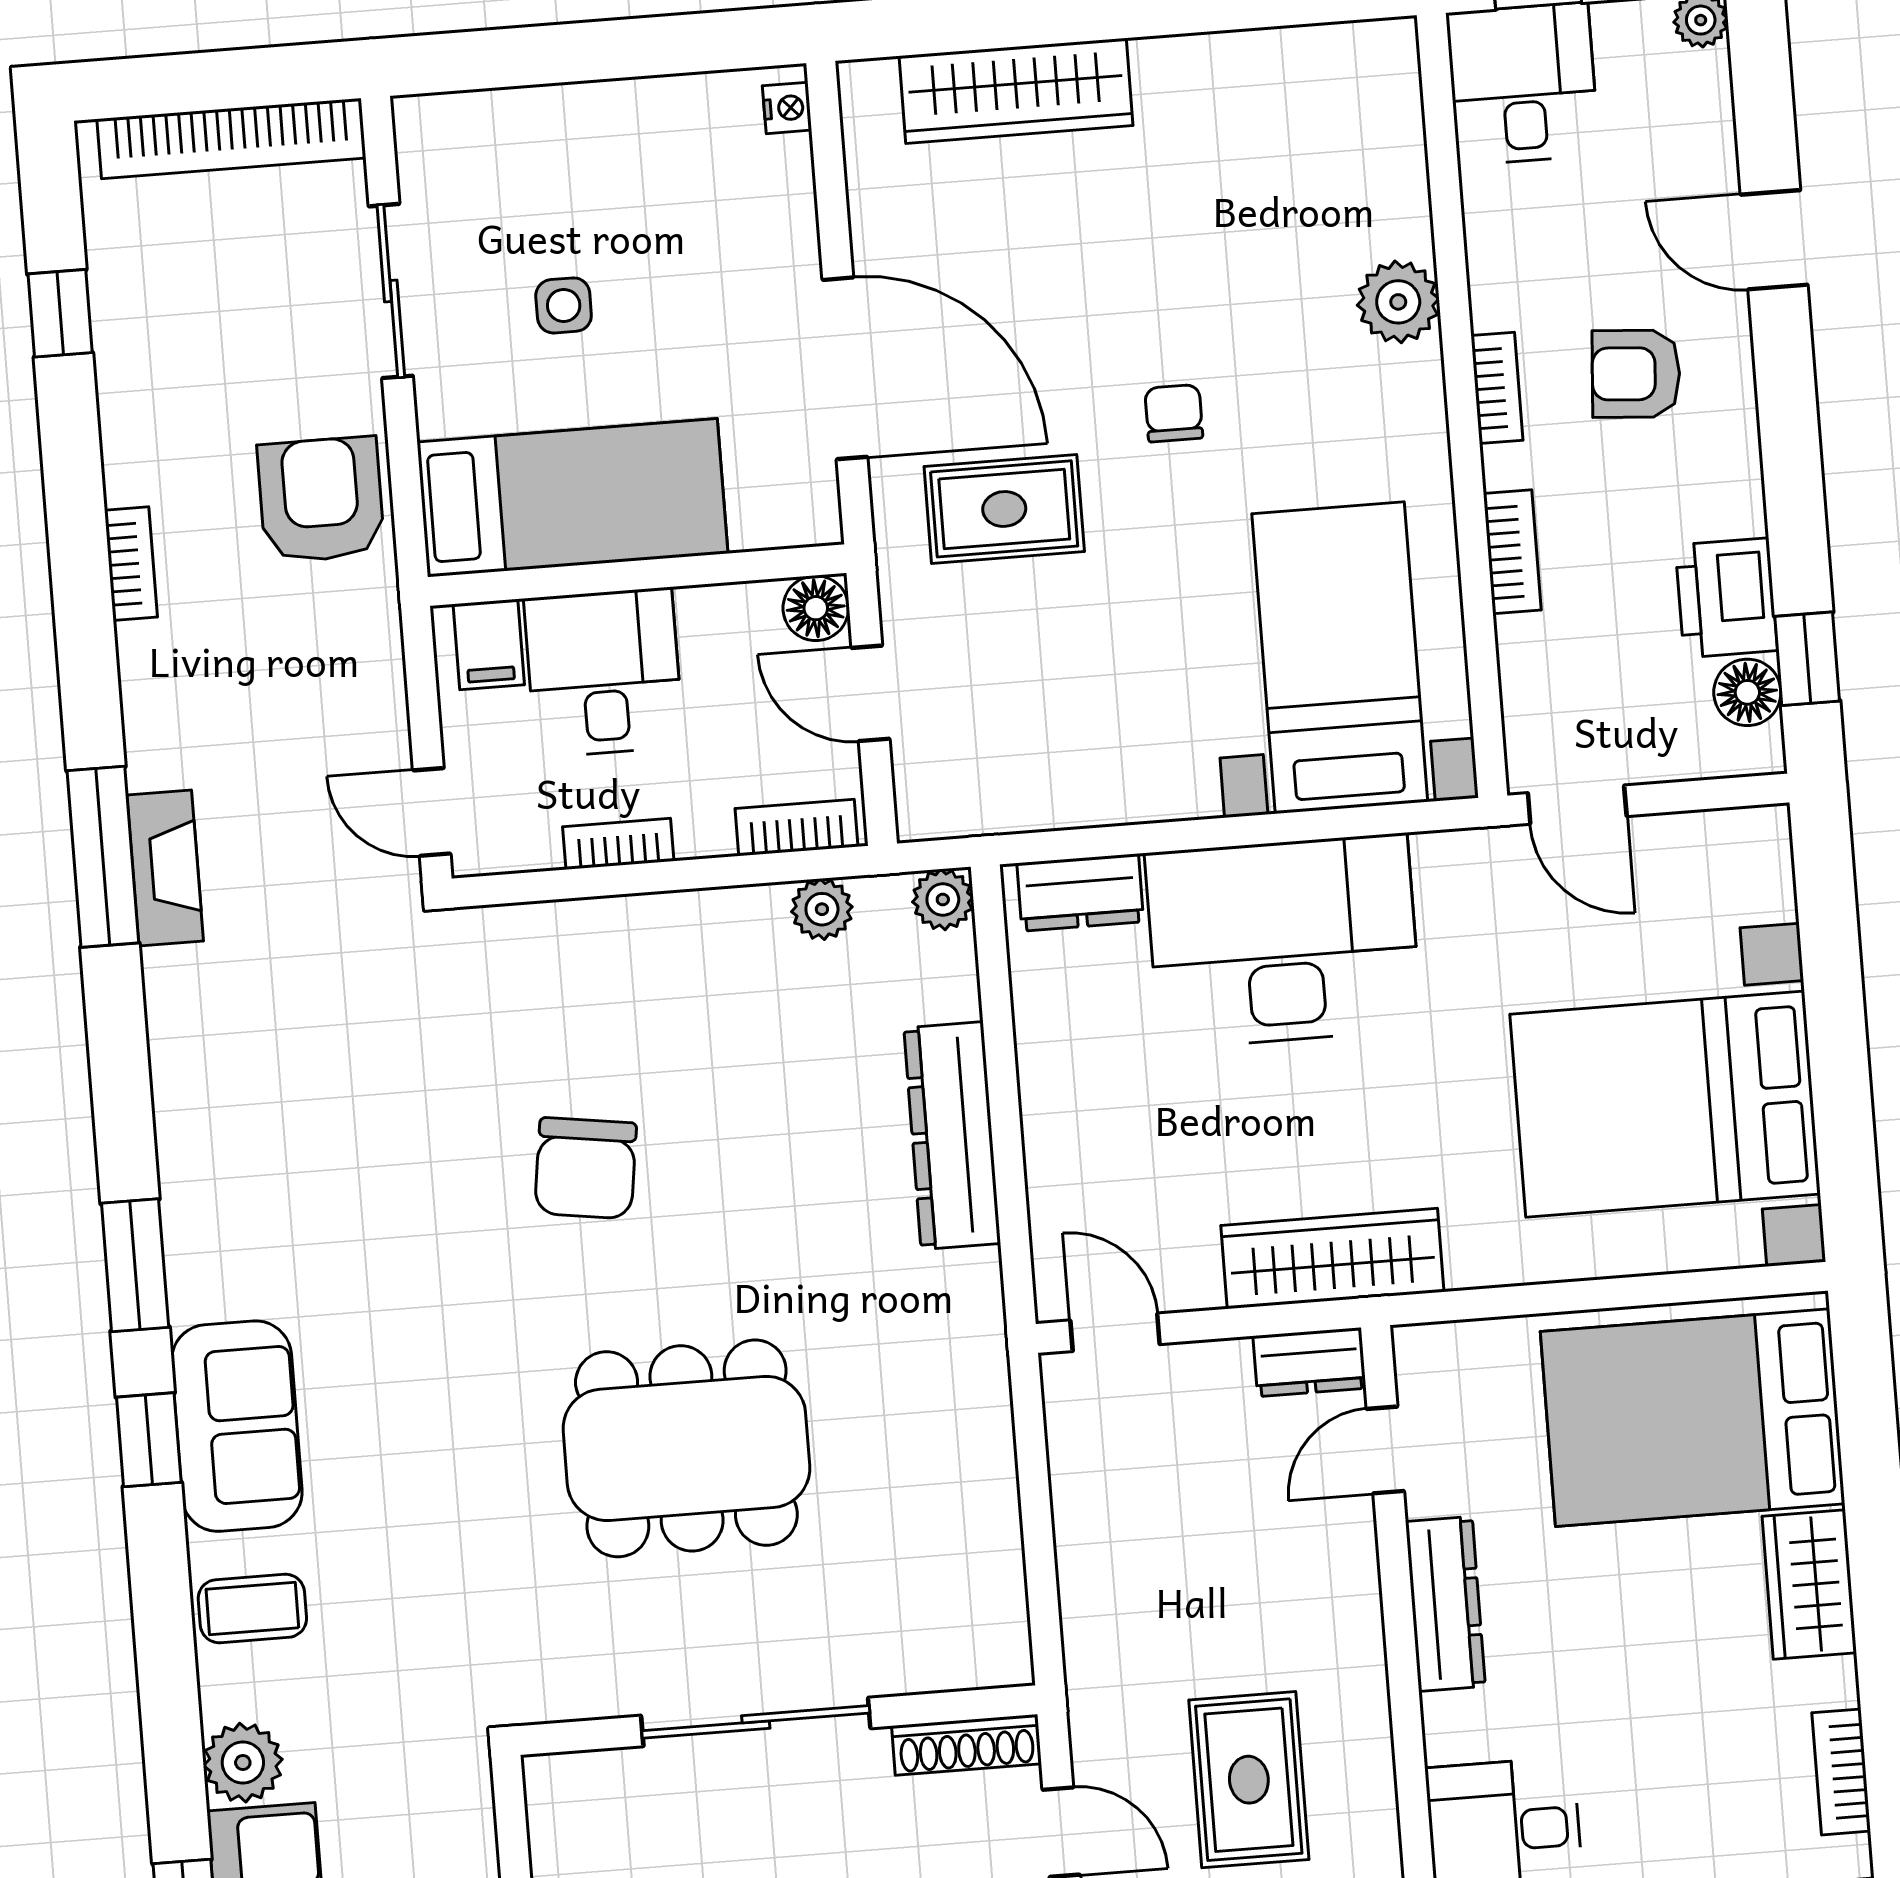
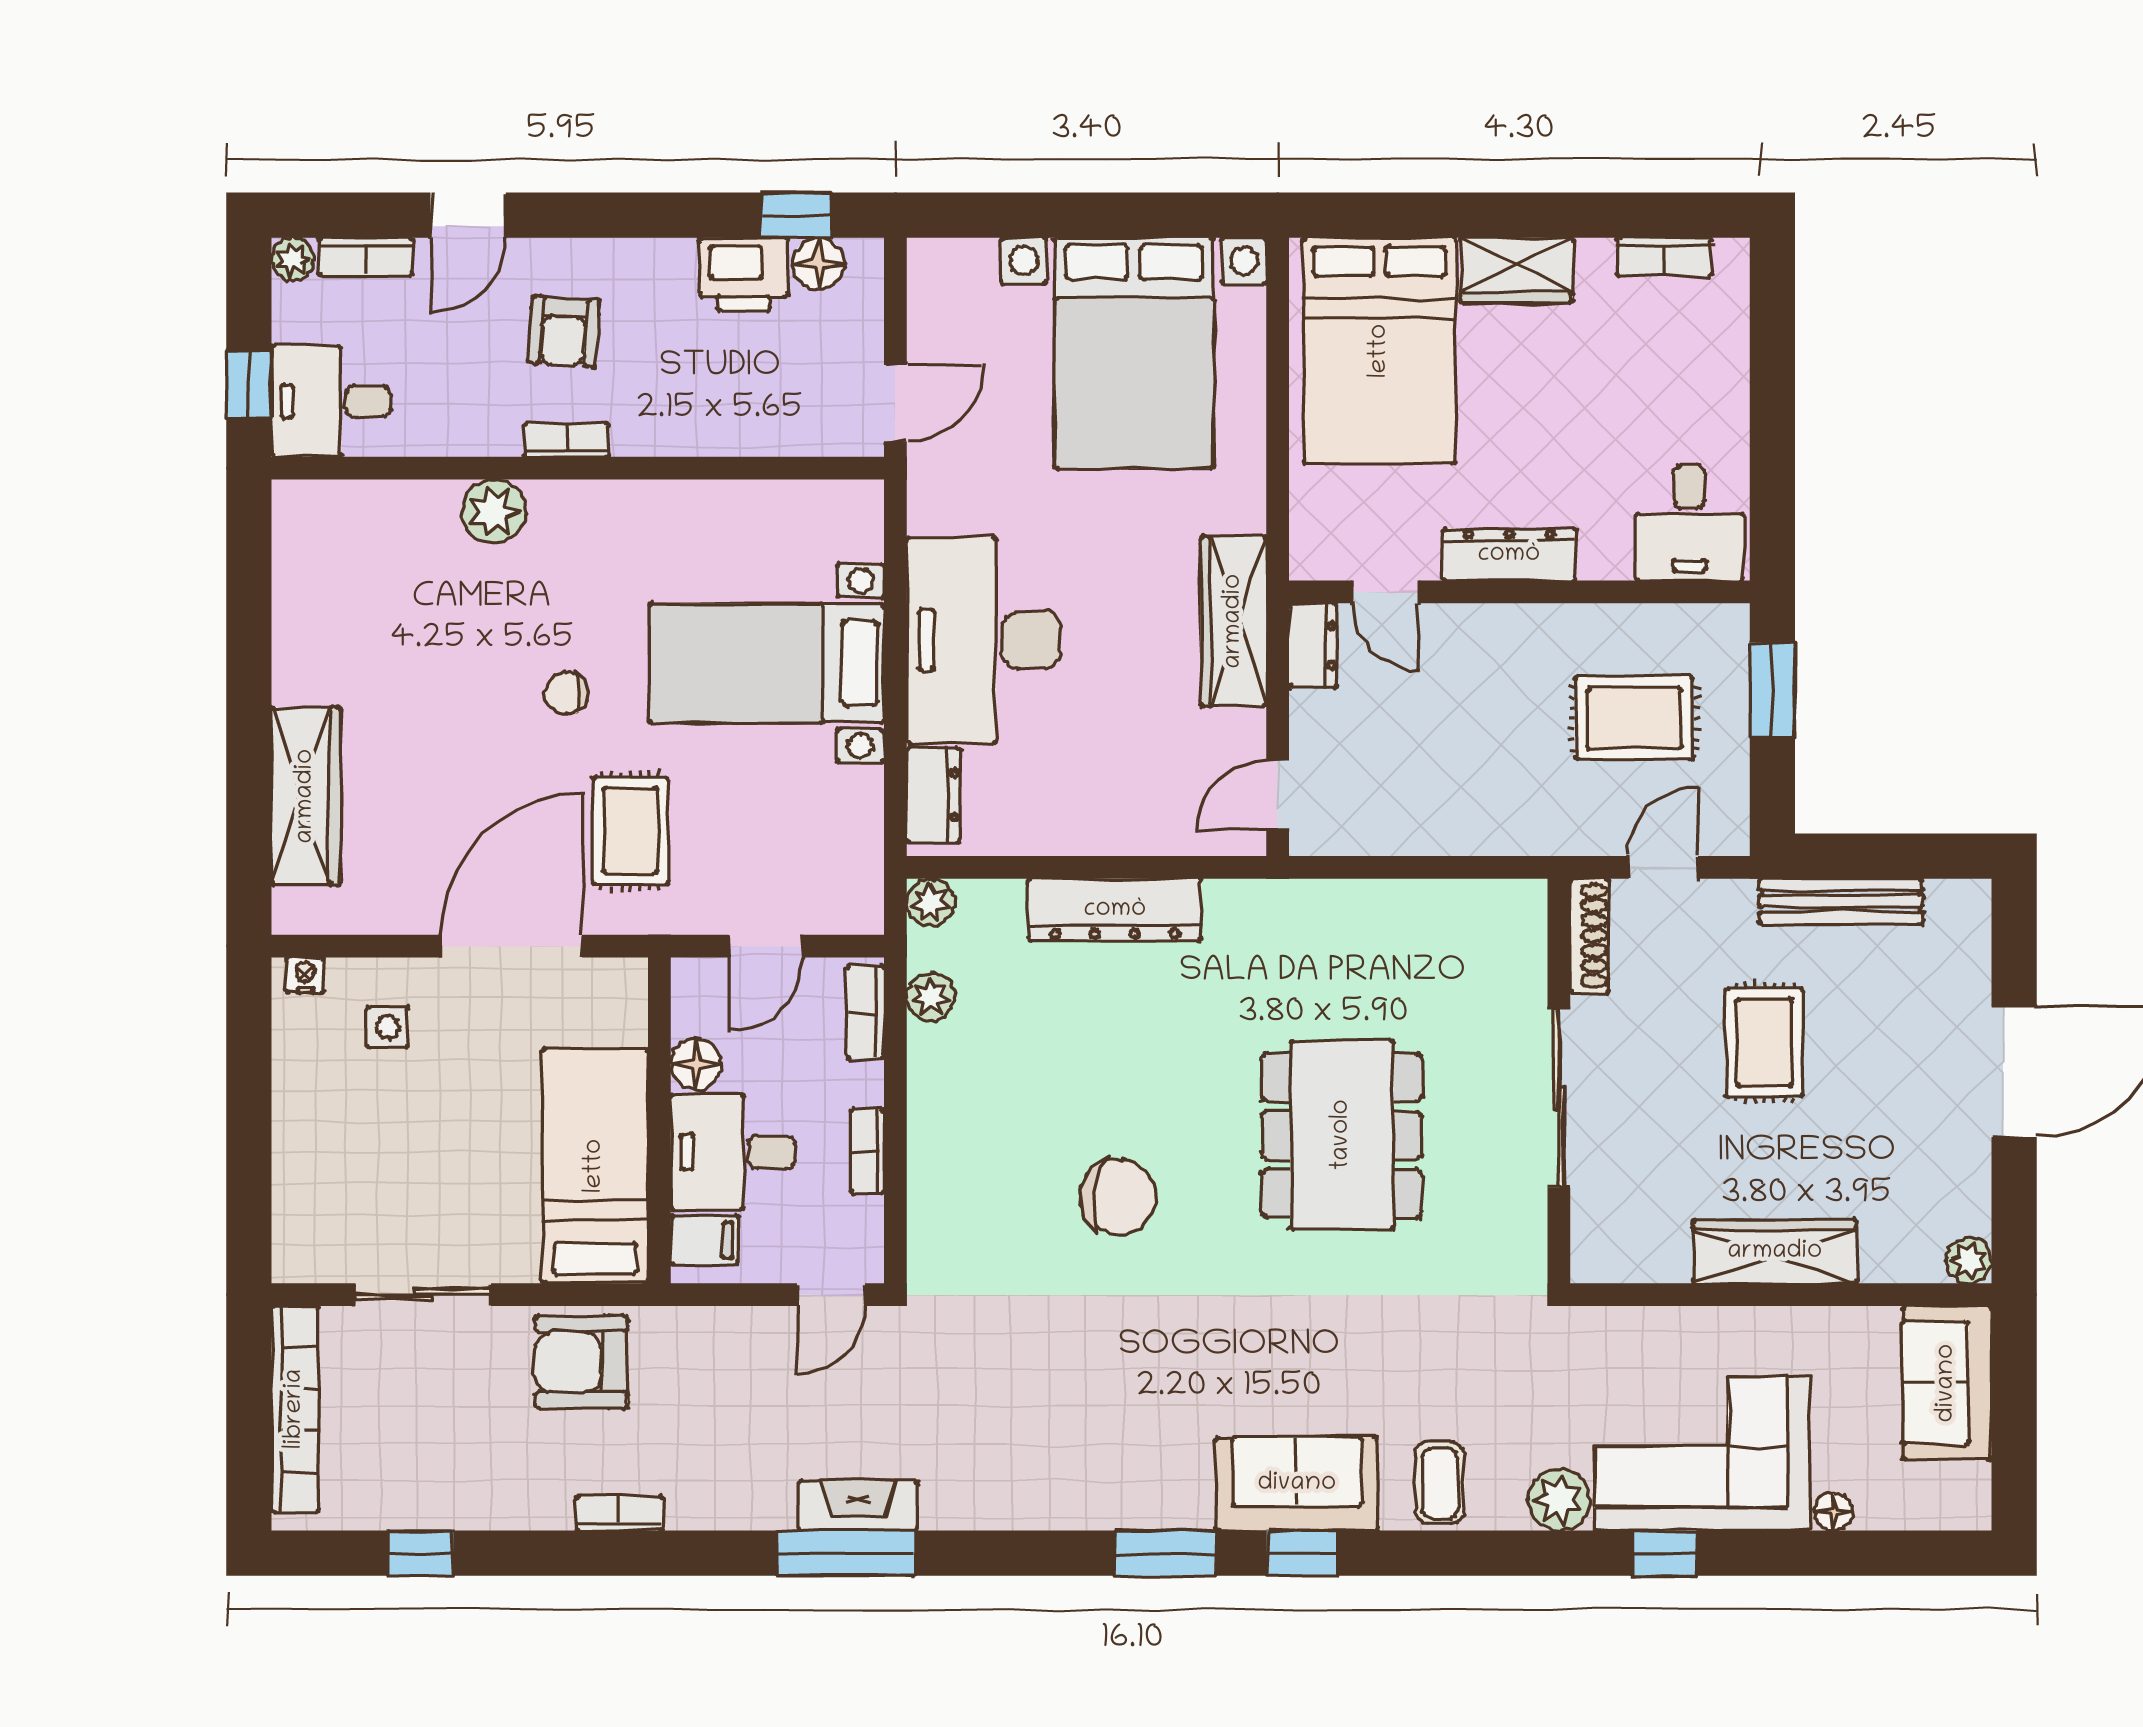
side table: (564, 305) -> (387, 1027), moved
bookcase: (1512, 552) -> (366, 257), moved, turned 180
floor lamp: (816, 608) -> (696, 1064), moved
bed with nightstands: (1340, 658) -> (767, 663), moved

